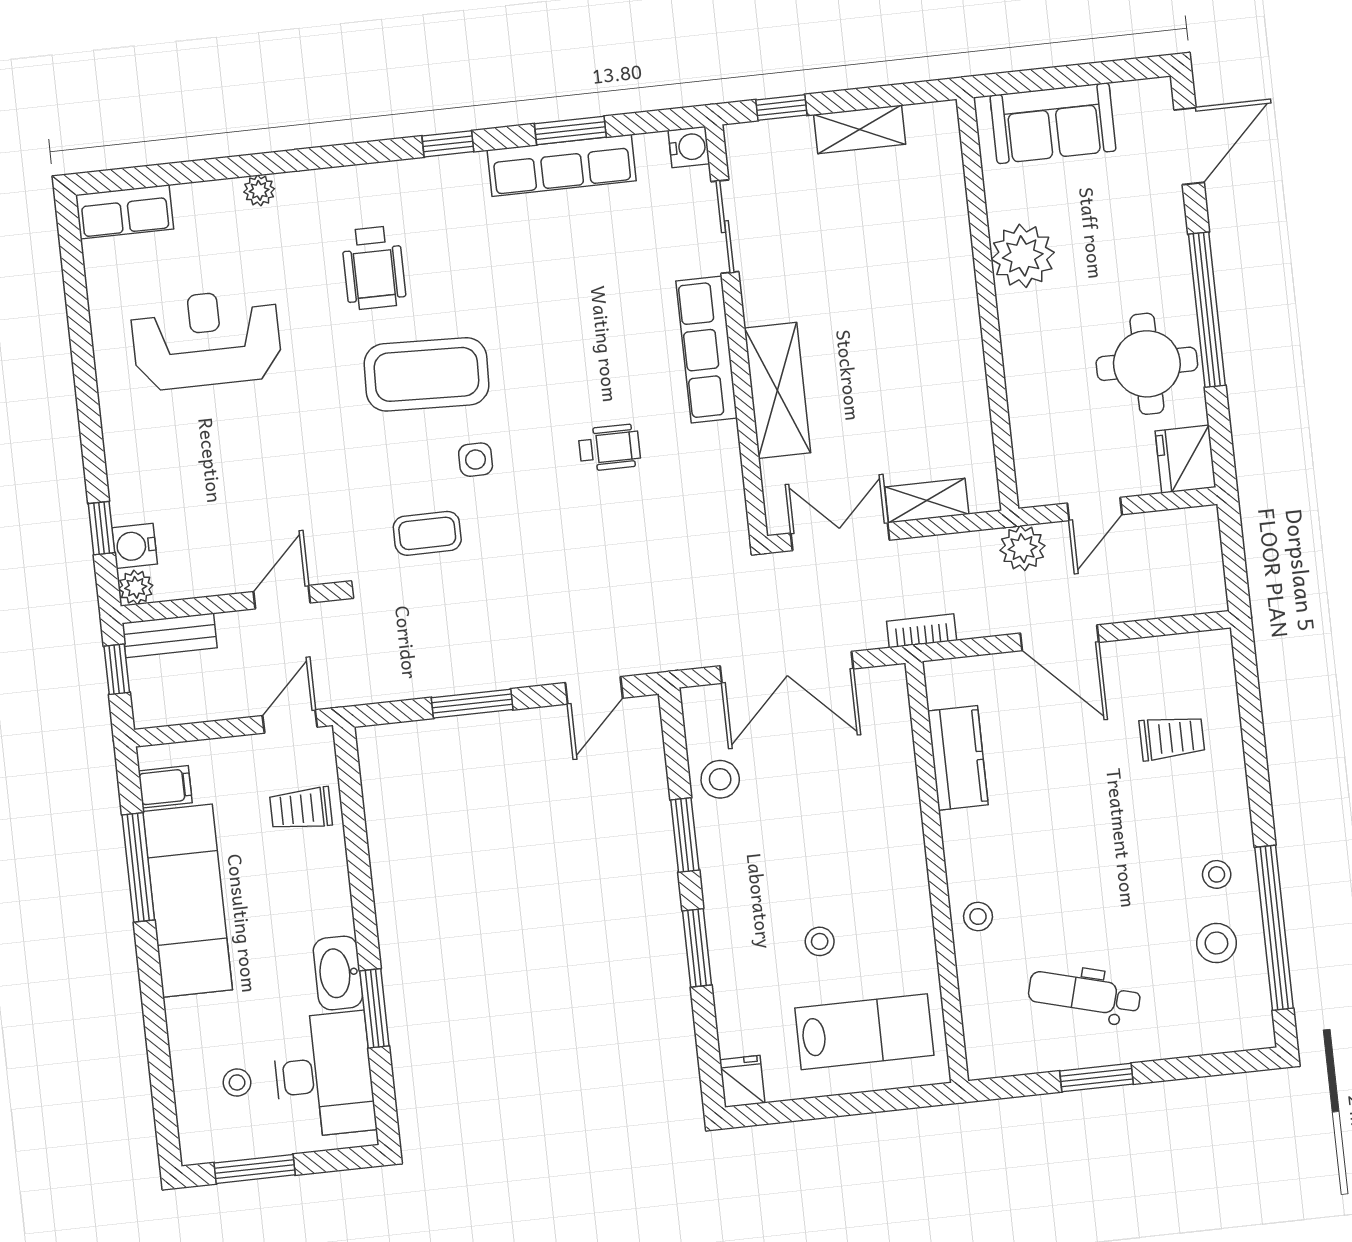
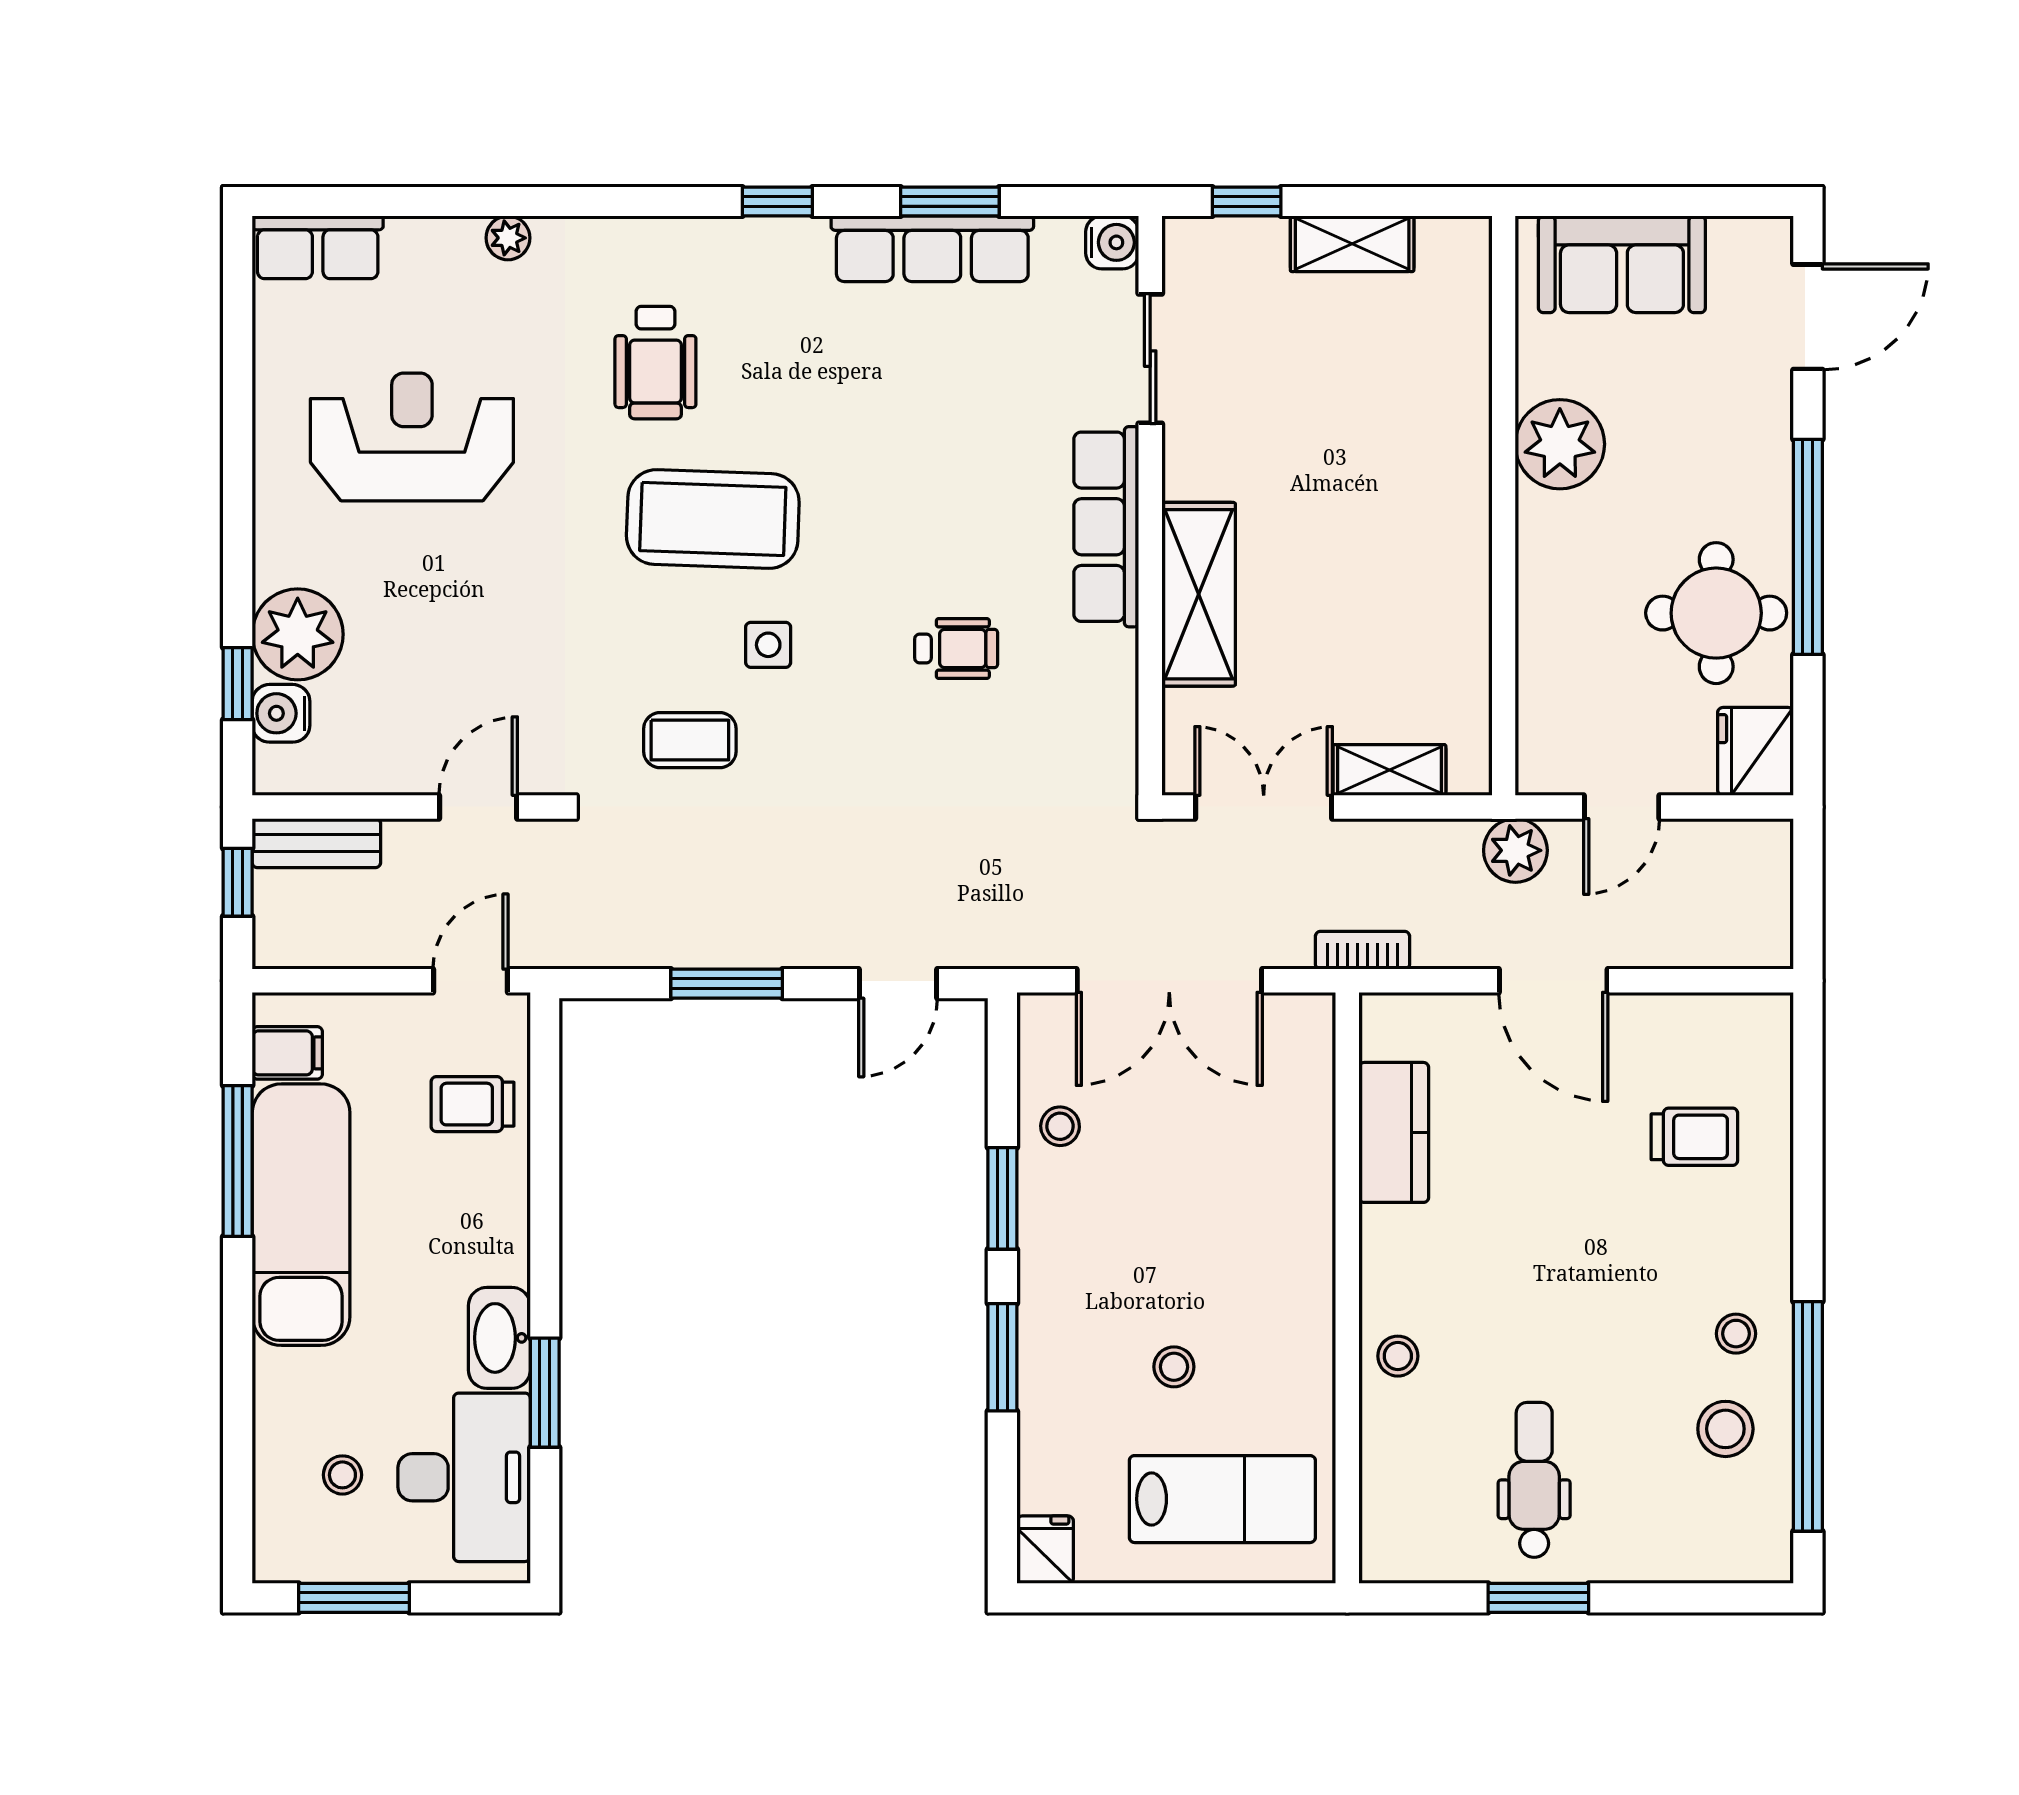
plant: (136, 587) -> (298, 634), moved, width x1.87, depth x1.87
stool: (720, 779) -> (1060, 1126), width x0.73, depth x0.73
dental chair: (1084, 994) -> (1534, 1480), turned 75

